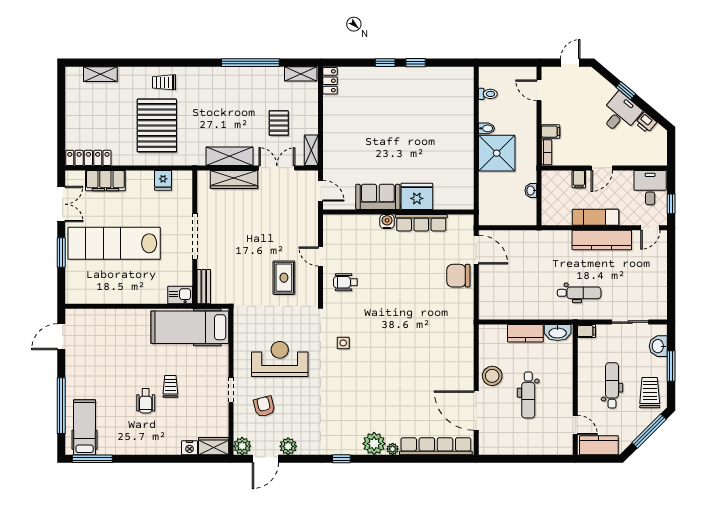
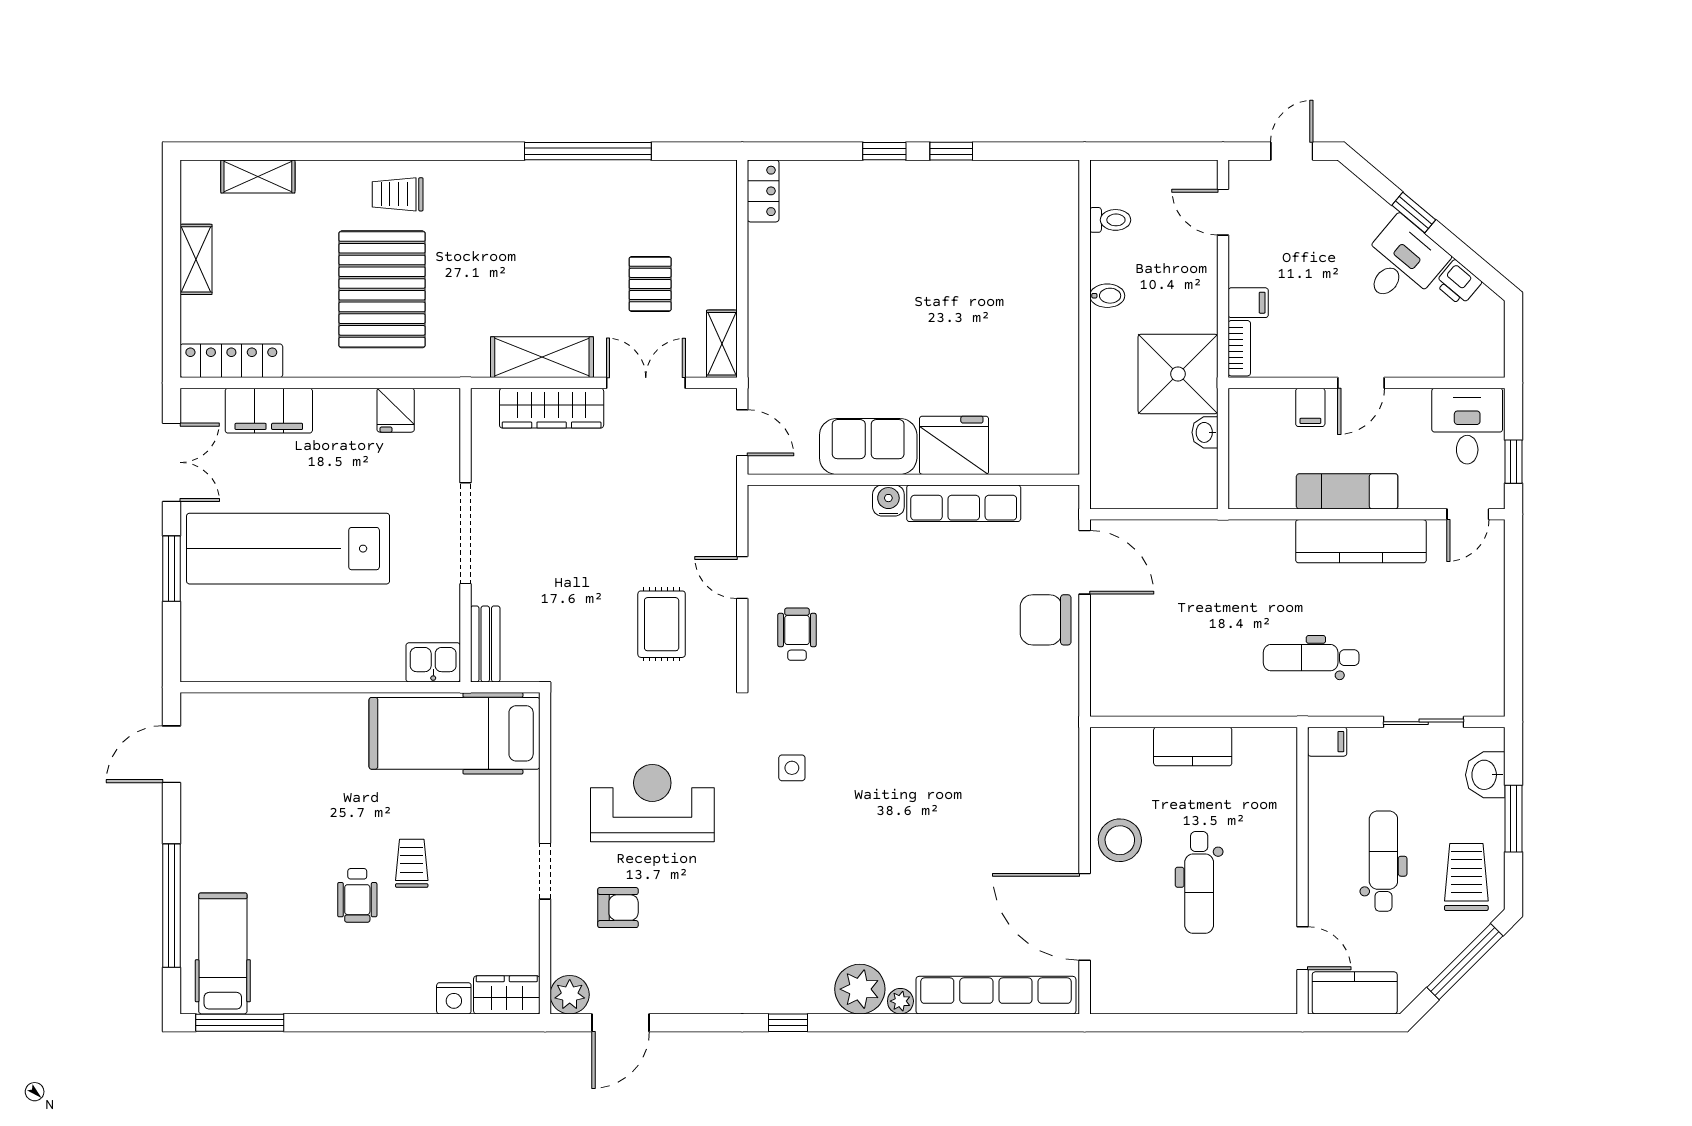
shelving: (301, 74) -> (196, 259), moved, turned 90
shower: (497, 153) -> (1178, 374), moved
wheelchair: (345, 282) -> (797, 634), turned 90
dental chair: (579, 293) -> (1311, 658), turned 180
washbasin: (558, 333) -> (1264, 745), removed
armchair: (264, 406) -> (618, 908), turned 104
plant: (288, 446) -> (671, 995), removed

